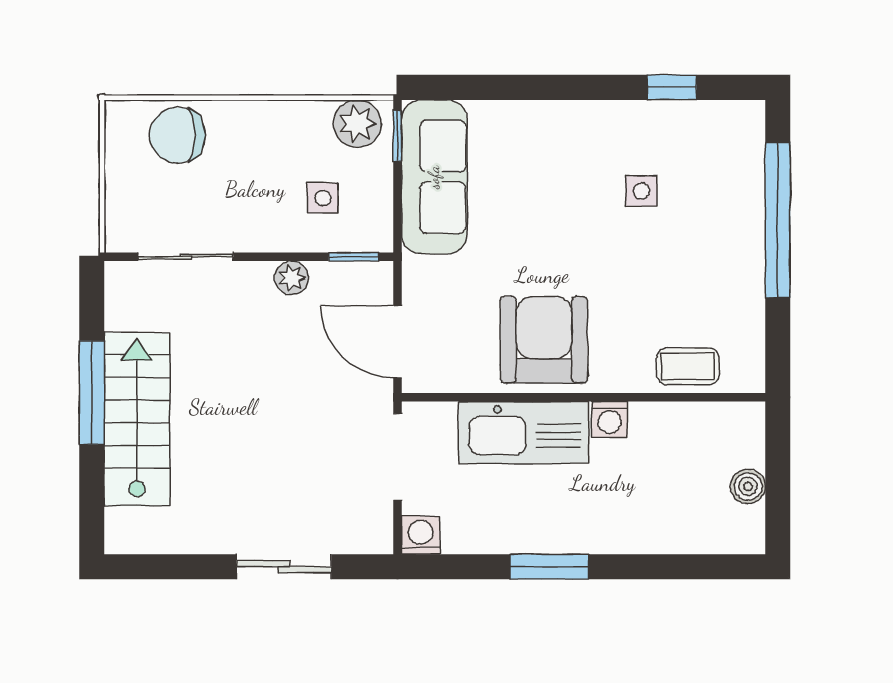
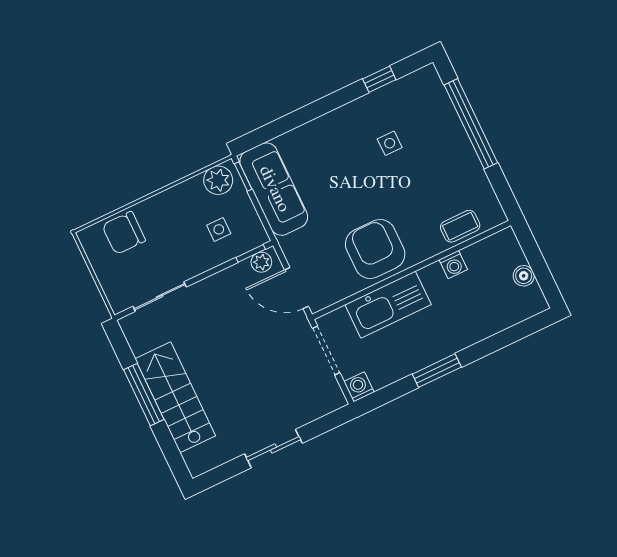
plant: (292, 278) -> (261, 262), moved
washing machine: (610, 419) -> (453, 265), moved
sliding door: (284, 567) -> (273, 449), moved

